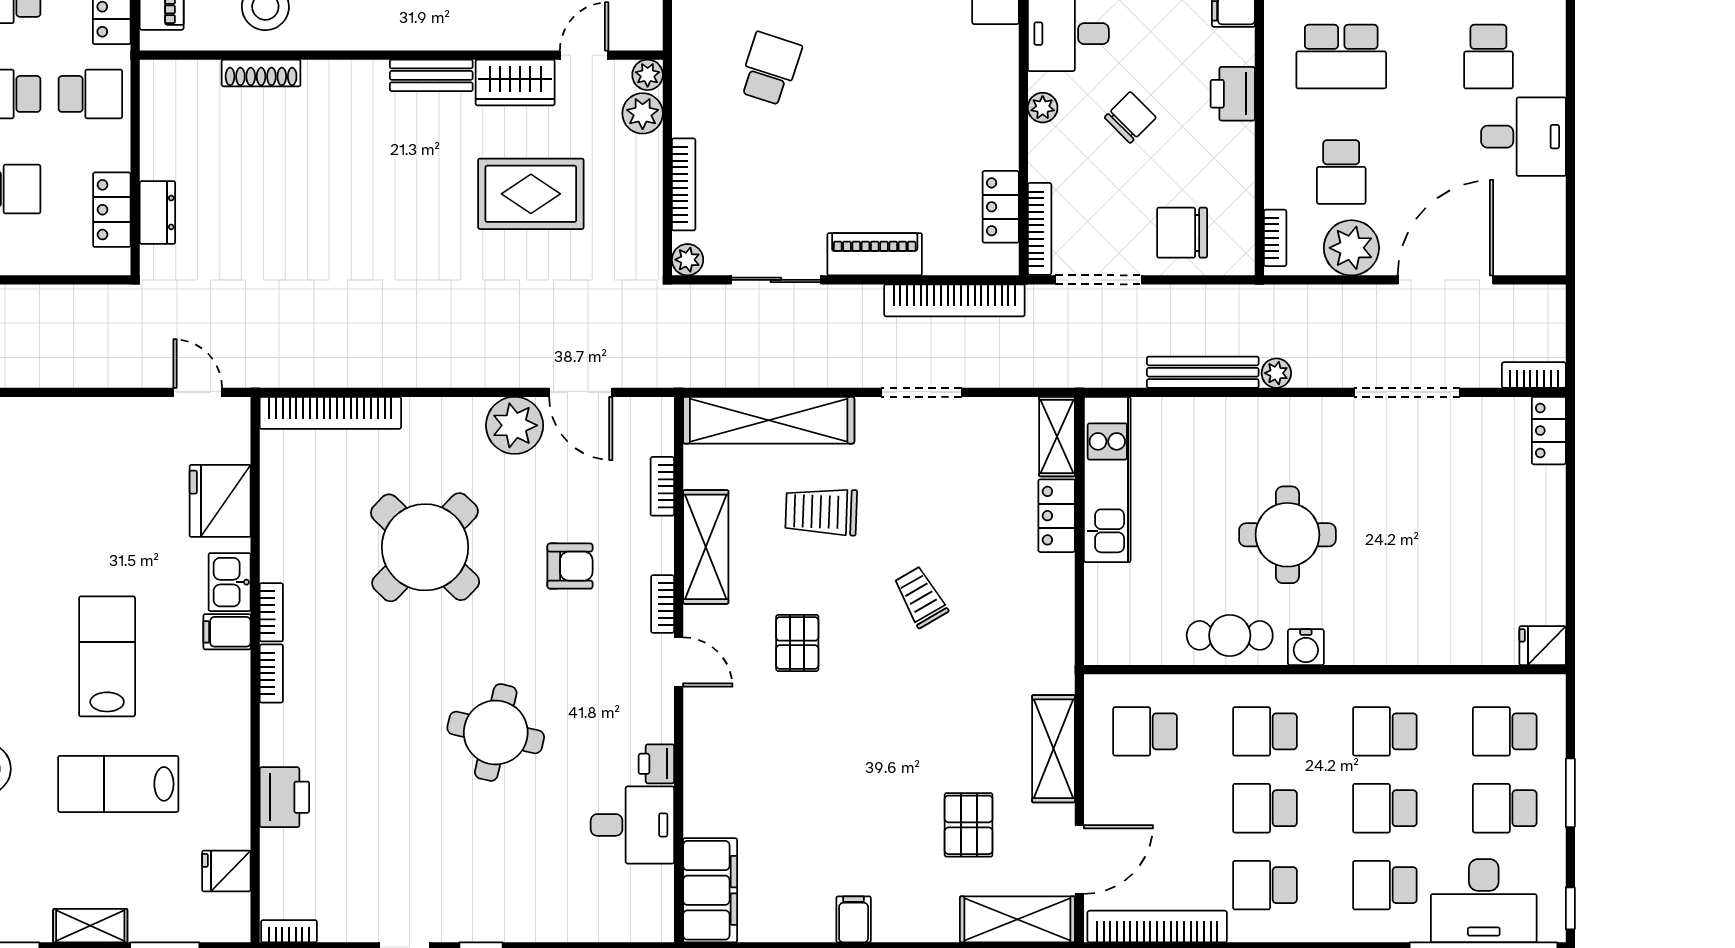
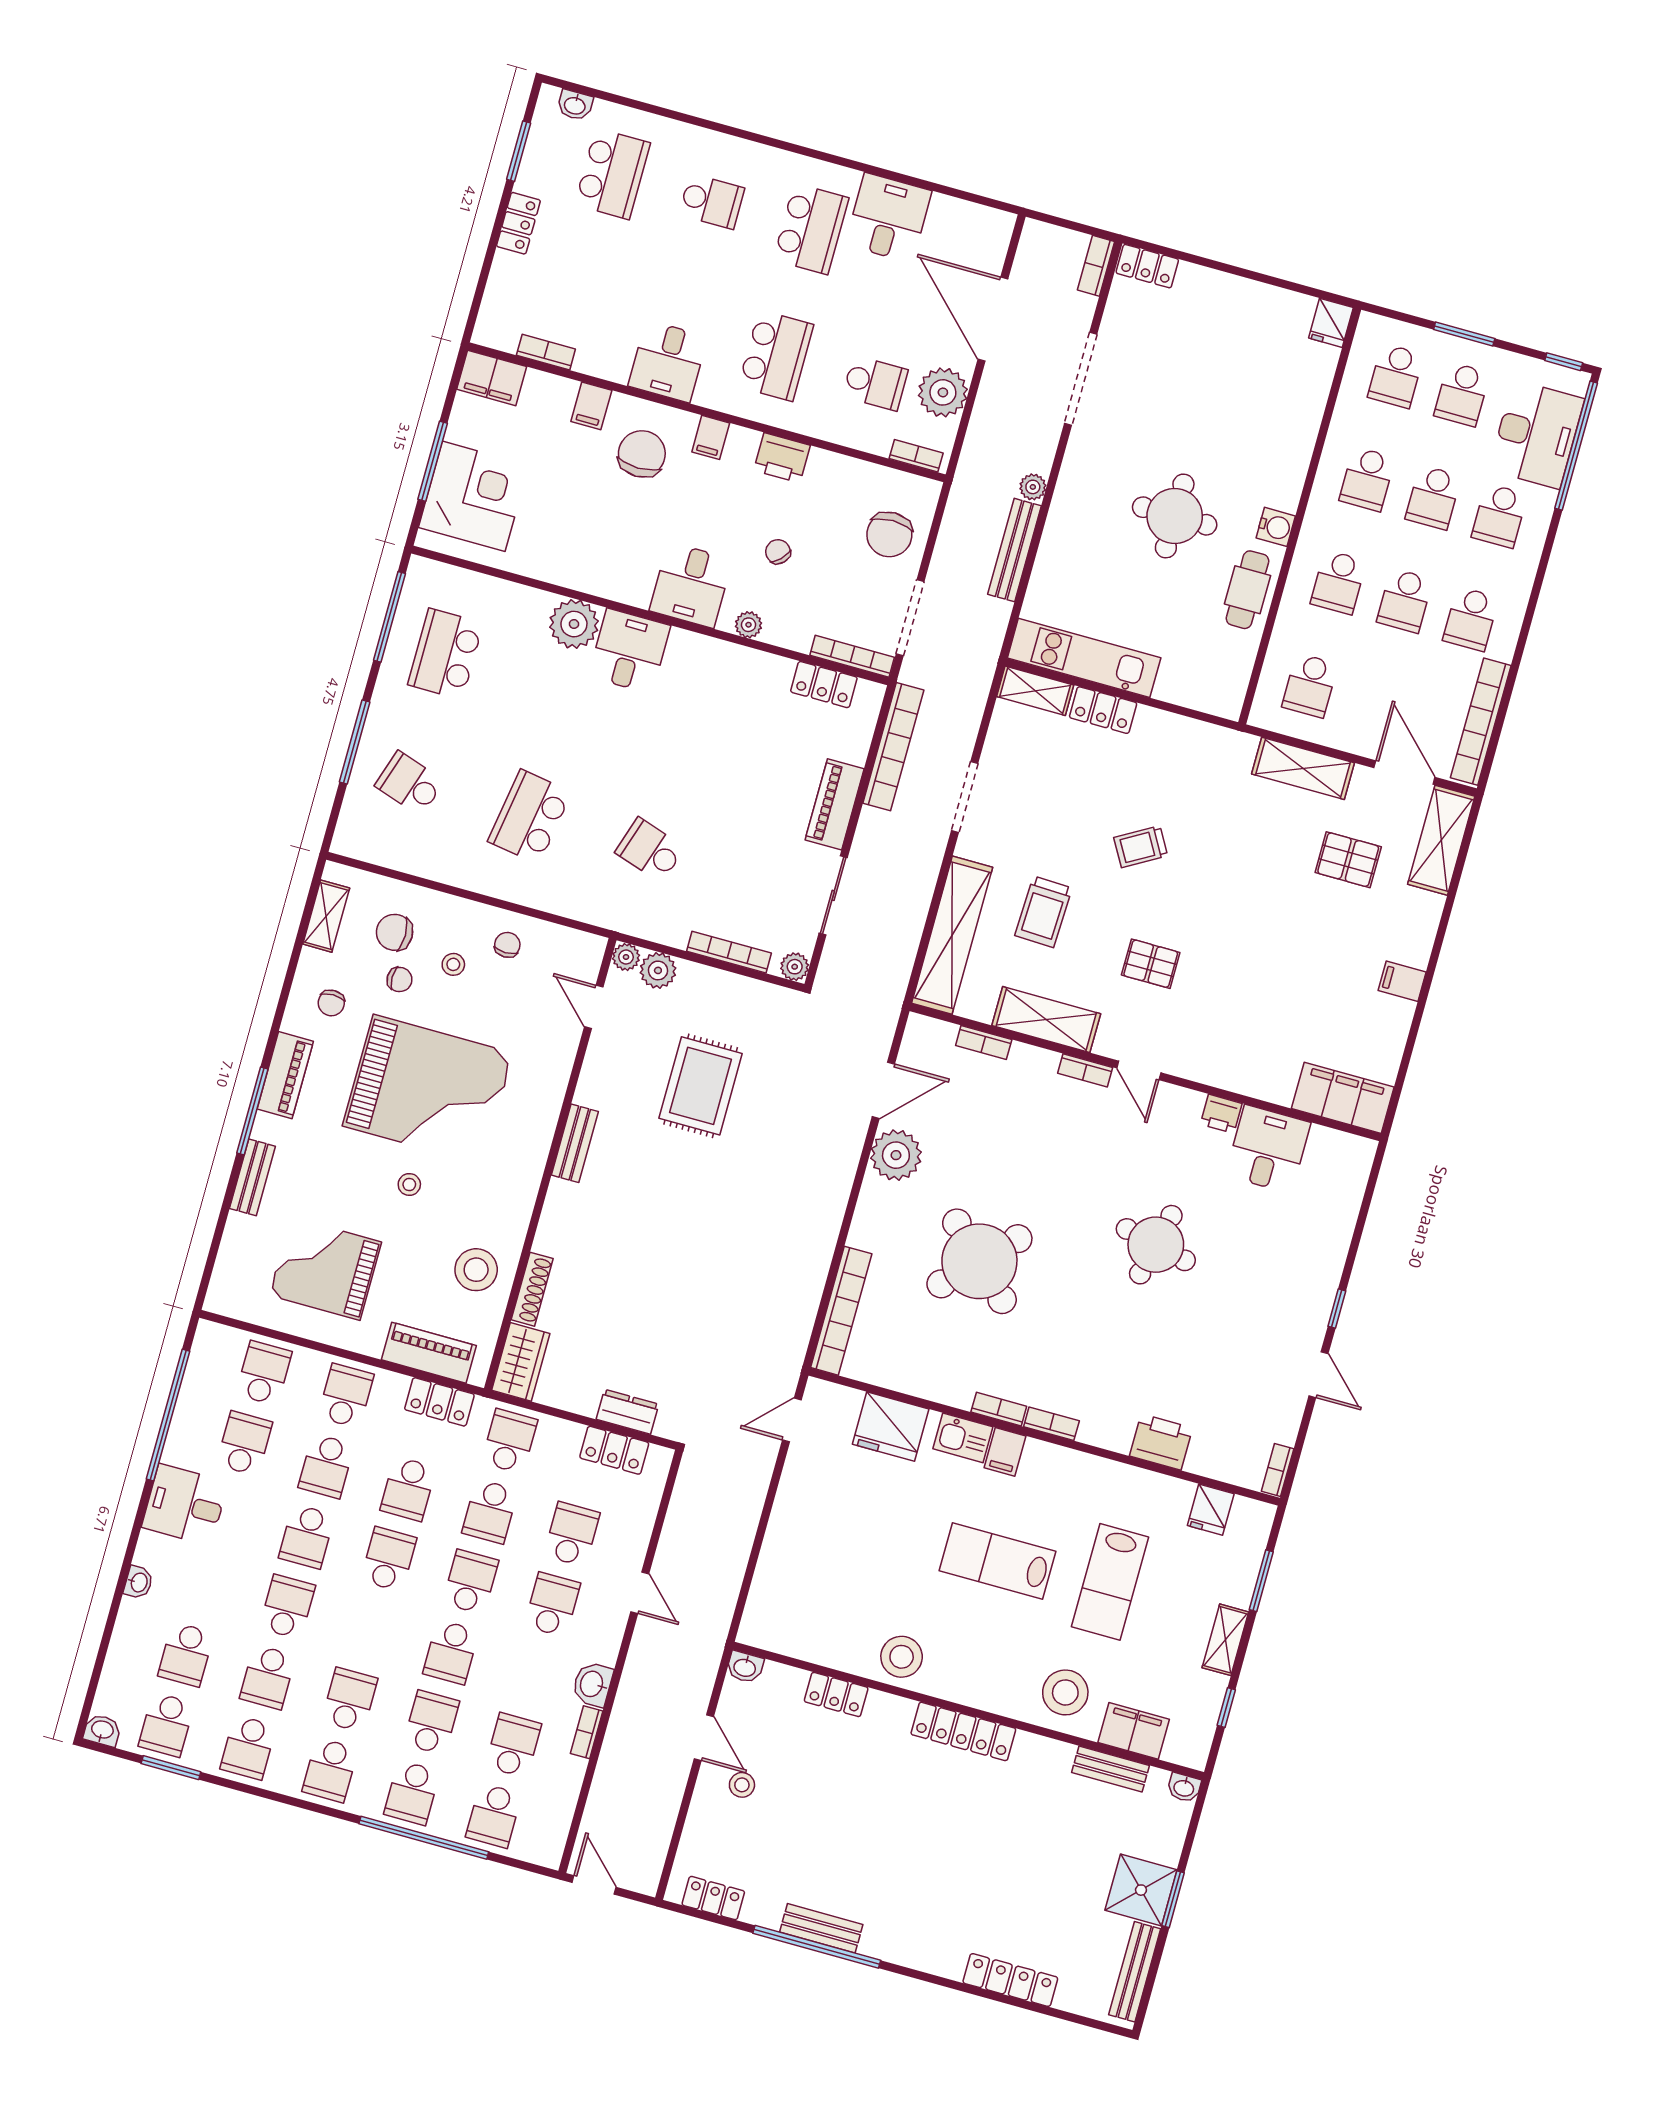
school desk: (1488, 57) -> (811, 229), width x1.85
wardrobe: (515, 82) -> (521, 1362), moved
chair: (1130, 117) -> (778, 552), width x0.73, depth x0.73
armchair: (570, 566) -> (1030, 1141), removed
door: (679, 662) -> (1139, 1070), swing flipped

